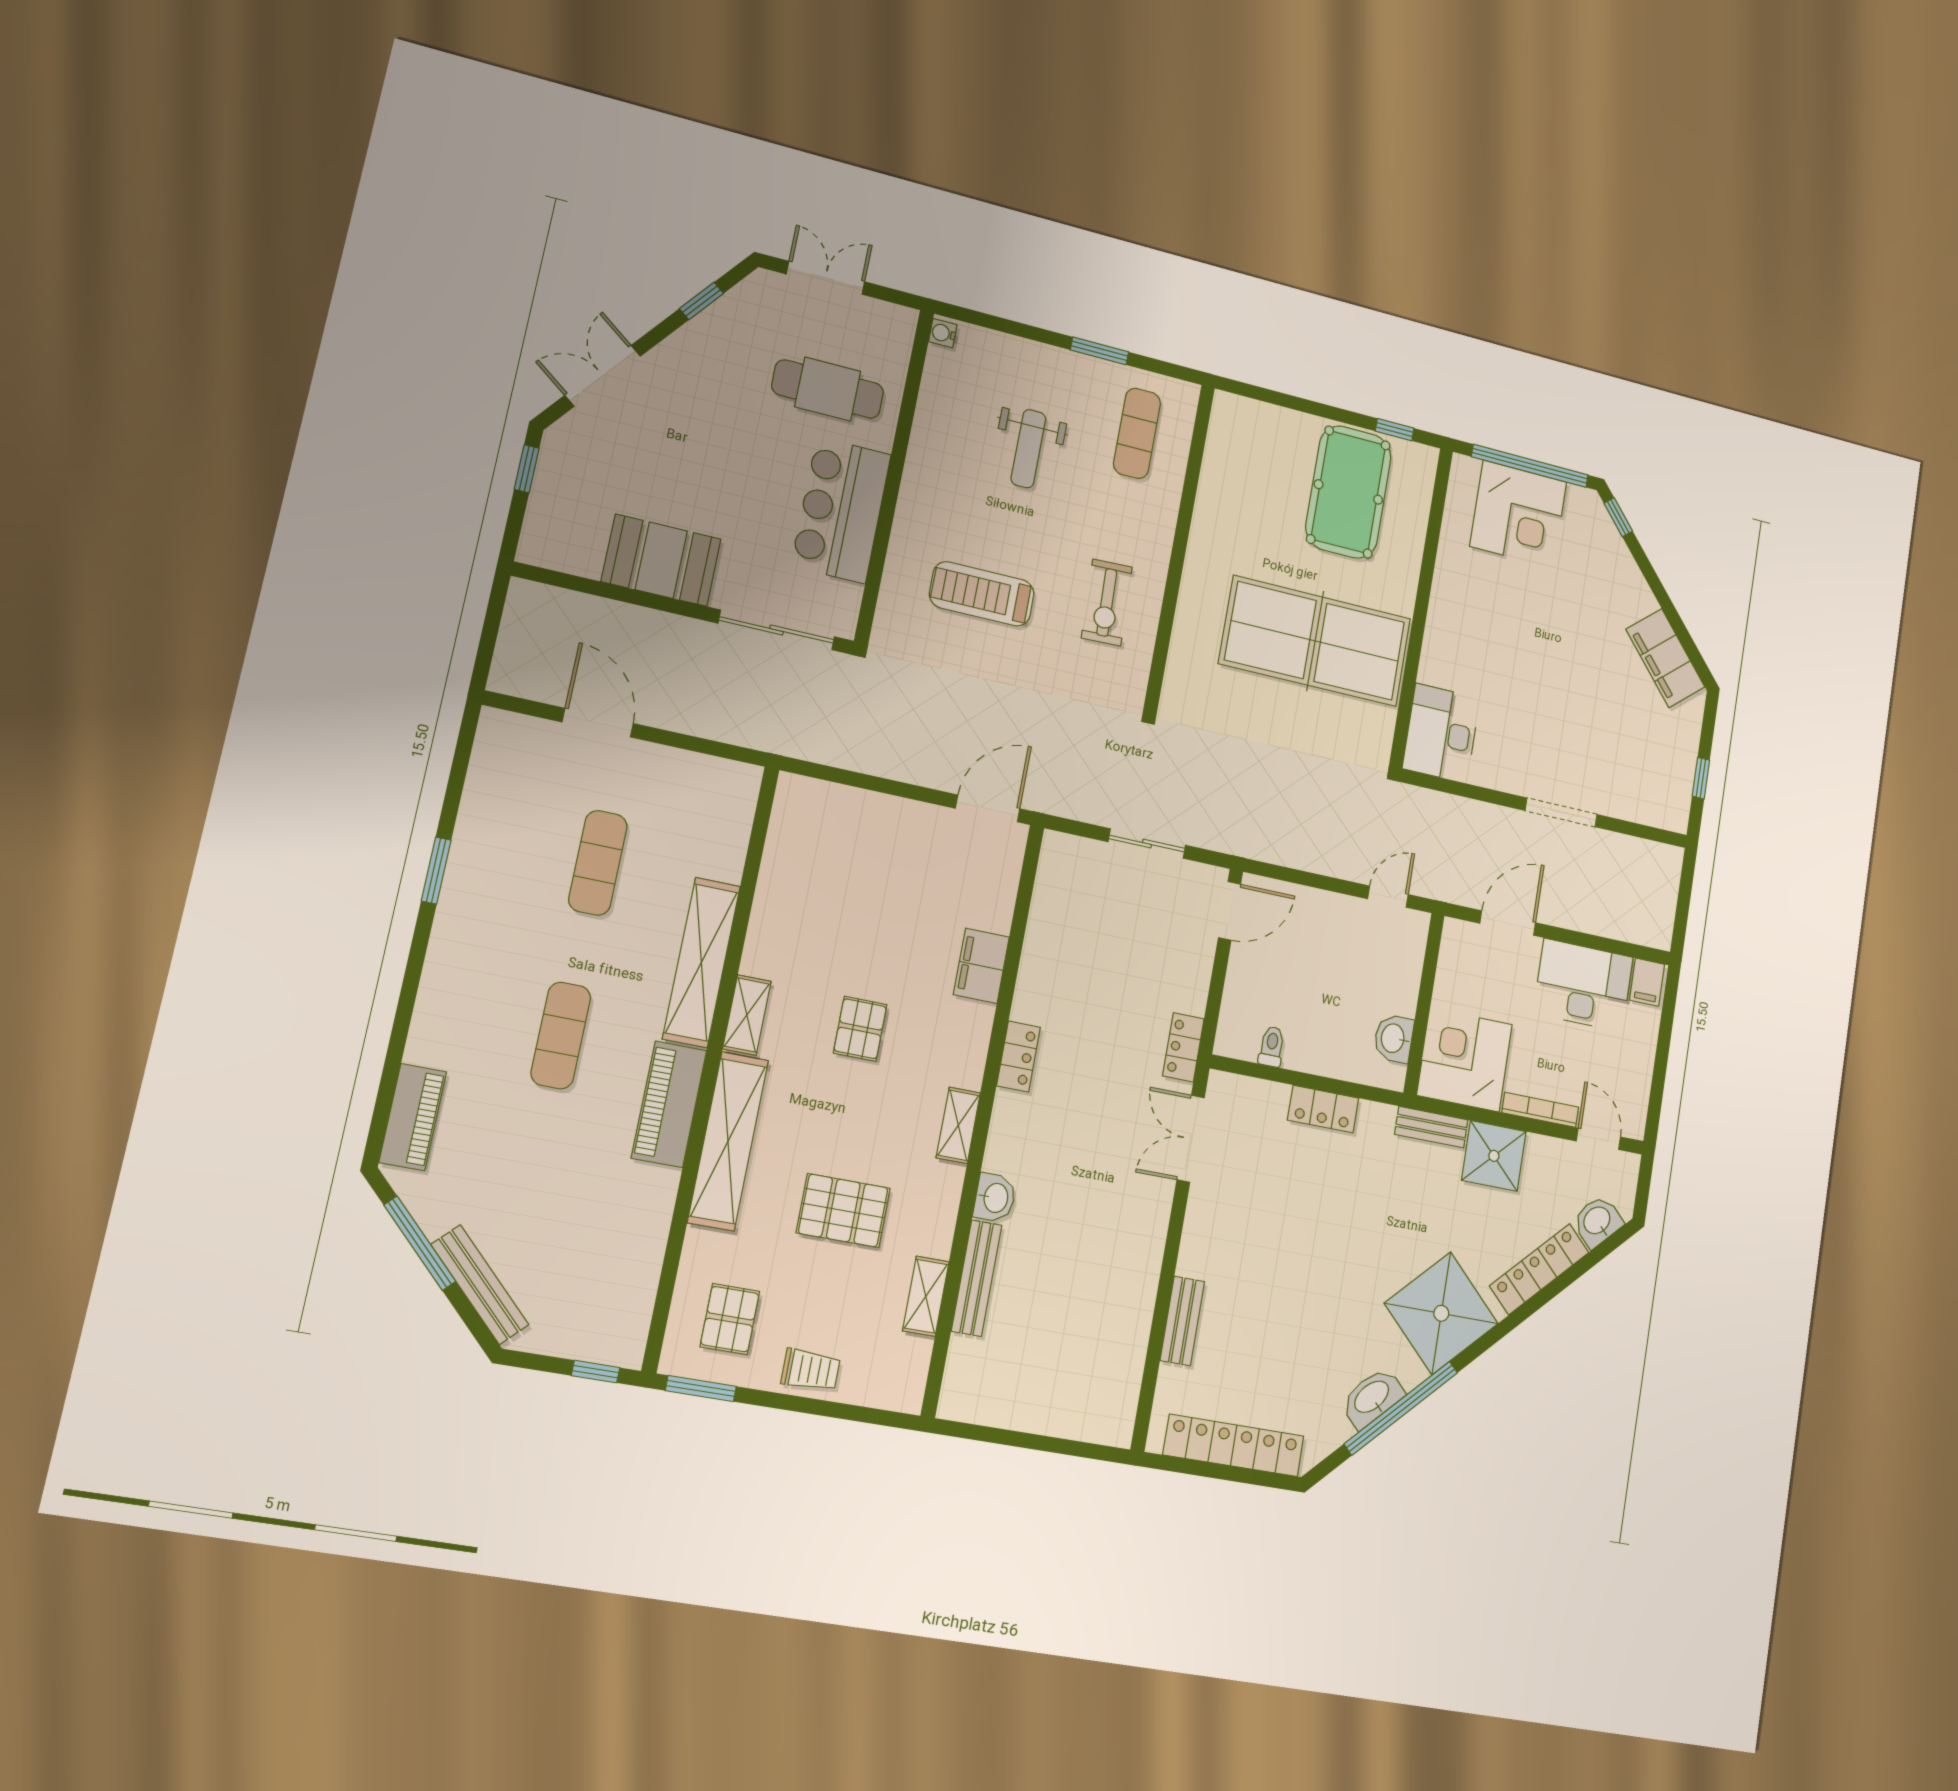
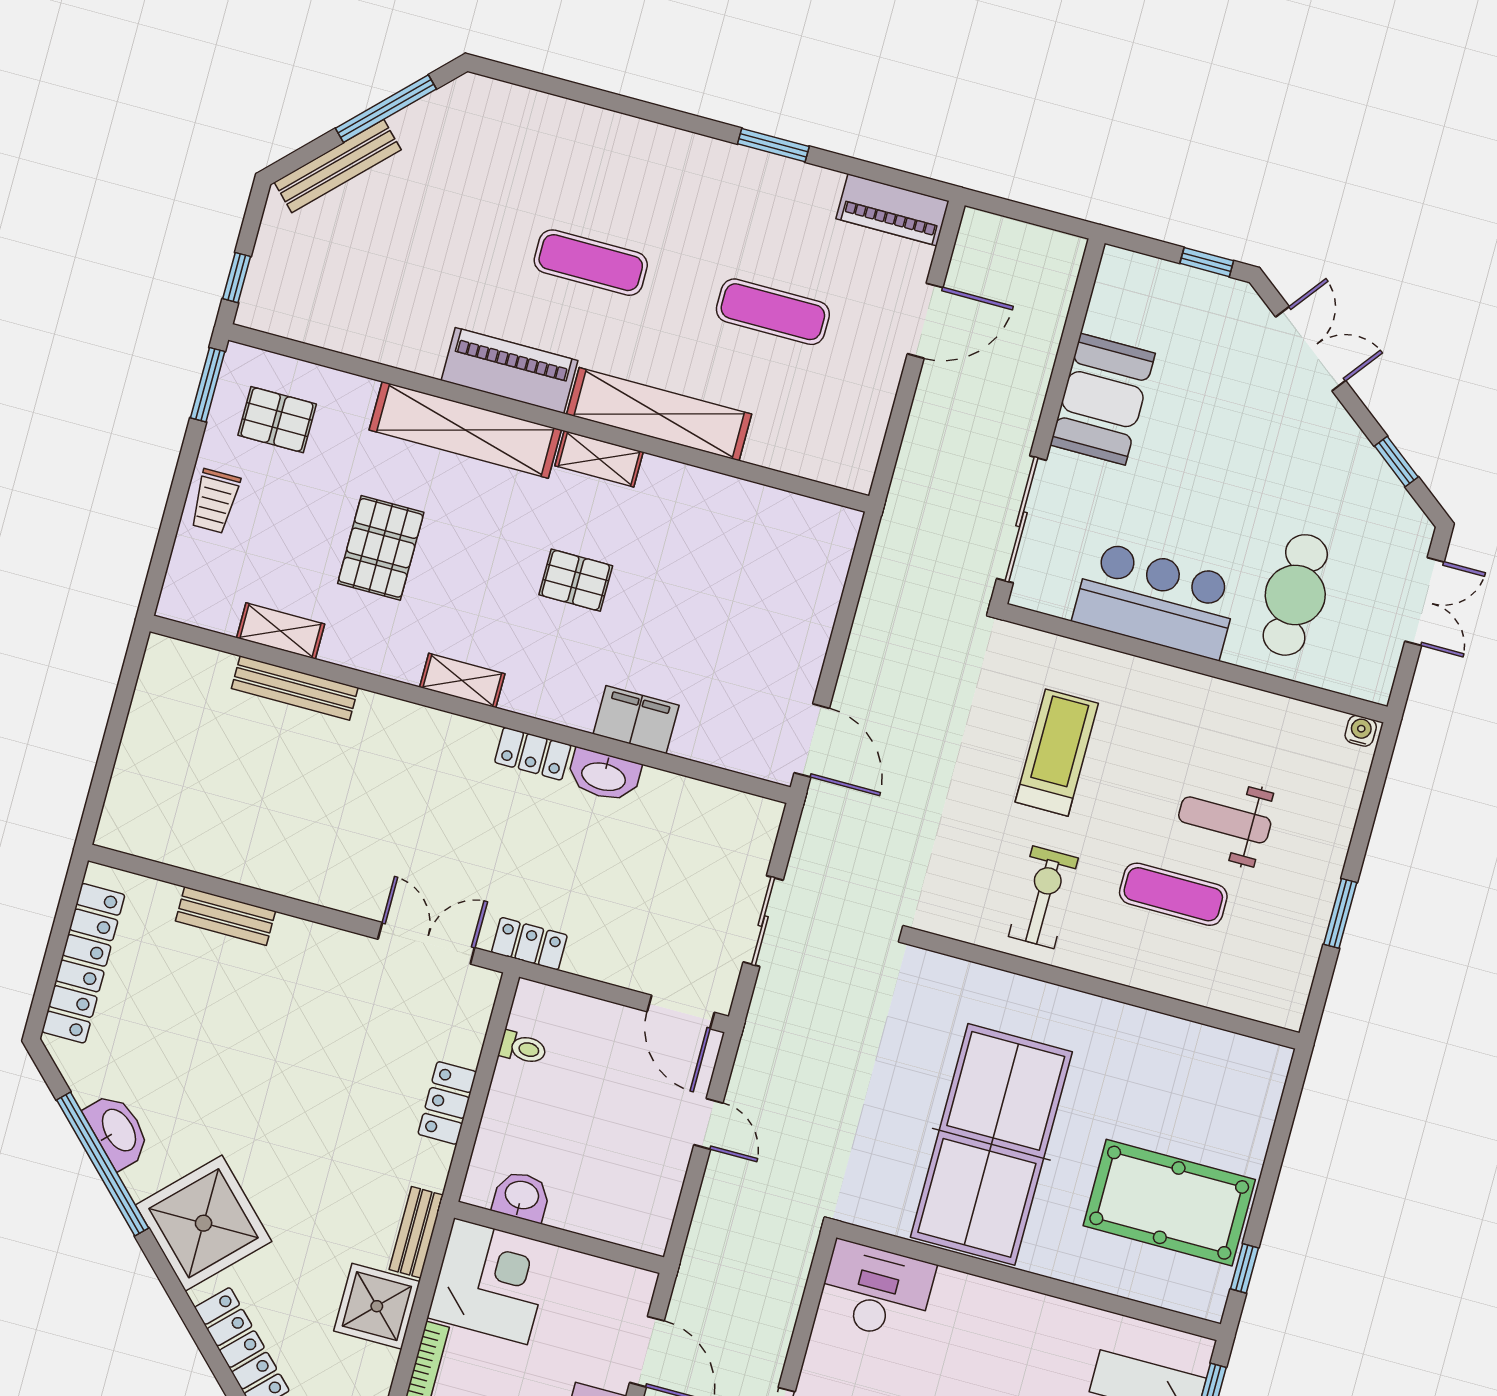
exercise mat: (1137, 433) -> (1173, 894), moved
exercise bike: (1107, 602) -> (1043, 897), turned 92
door: (1388, 897) -> (708, 1124), moved
piano: (413, 1117) -> (893, 210), moved
washbasin: (995, 1198) -> (604, 776), moved, width x1.38

